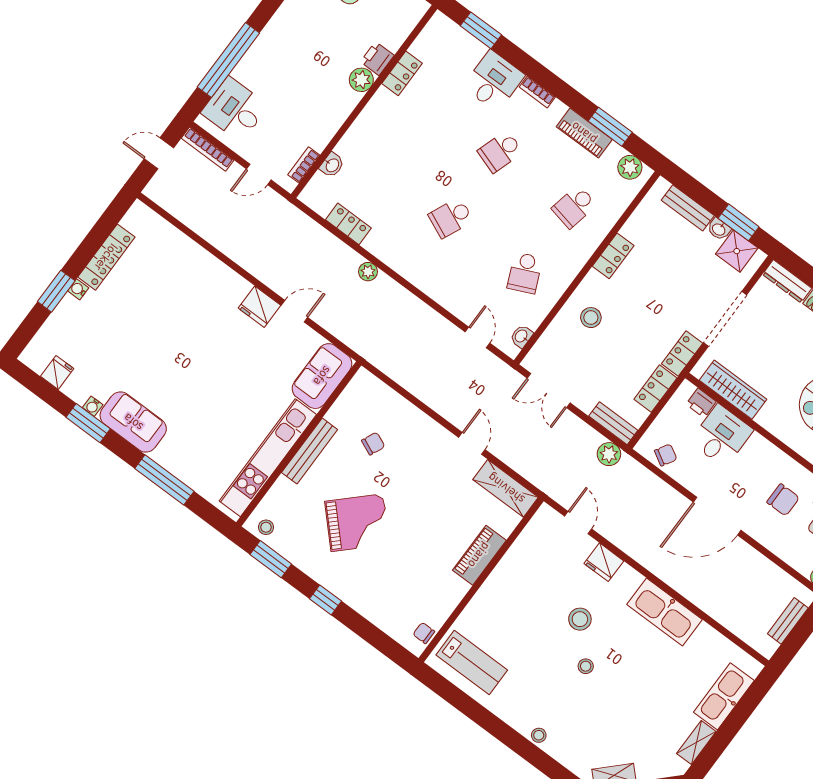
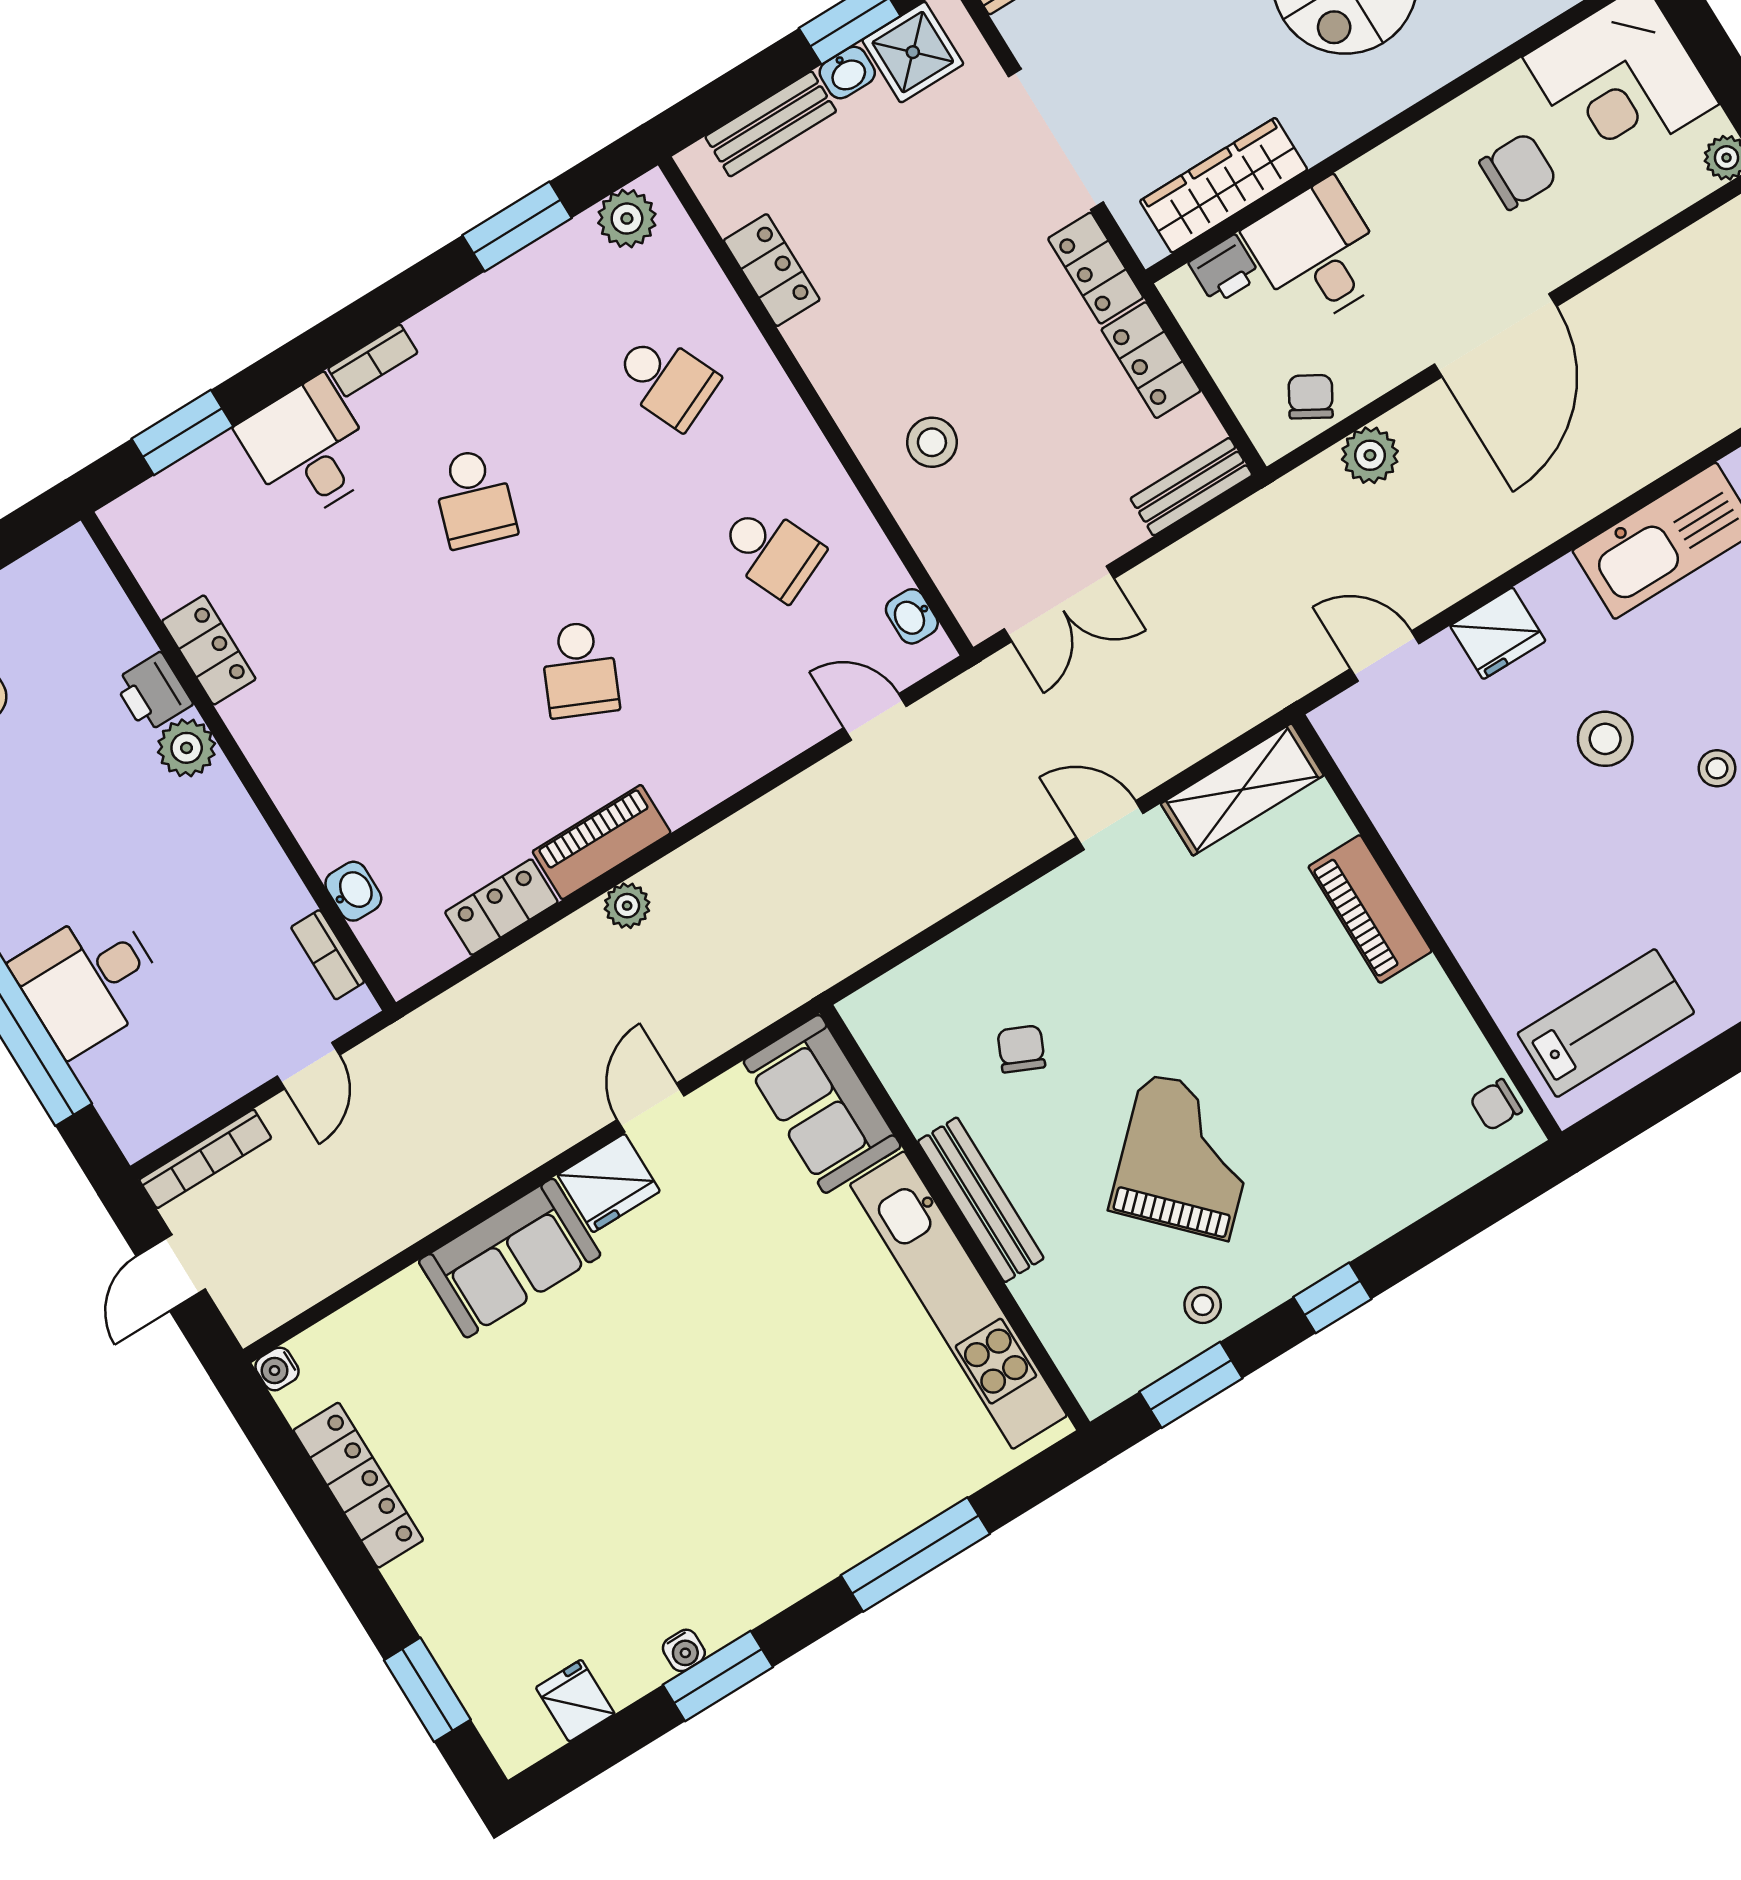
desk: (235, 109) -> (90, 980), moved
piano: (584, 133) -> (602, 842), moved, turned 180
school desk: (574, 207) -> (666, 380), turned -36
locker: (613, 256) -> (772, 270), moved
water cooler: (78, 289) -> (277, 1369), moved
window: (56, 291) -> (427, 1690), moved
sofa: (133, 422) -> (510, 1258), moved, turned 180
plant: (609, 454) -> (1370, 455), moved
stool: (266, 527) -> (1203, 1305), moved

